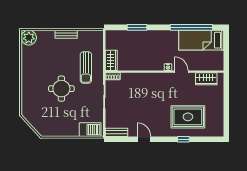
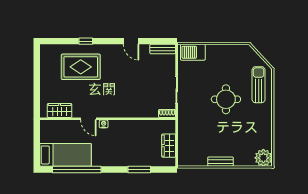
wardrobe: (111, 60) -> (169, 146), moved
sun lounger: (86, 68) -> (259, 85), moved

